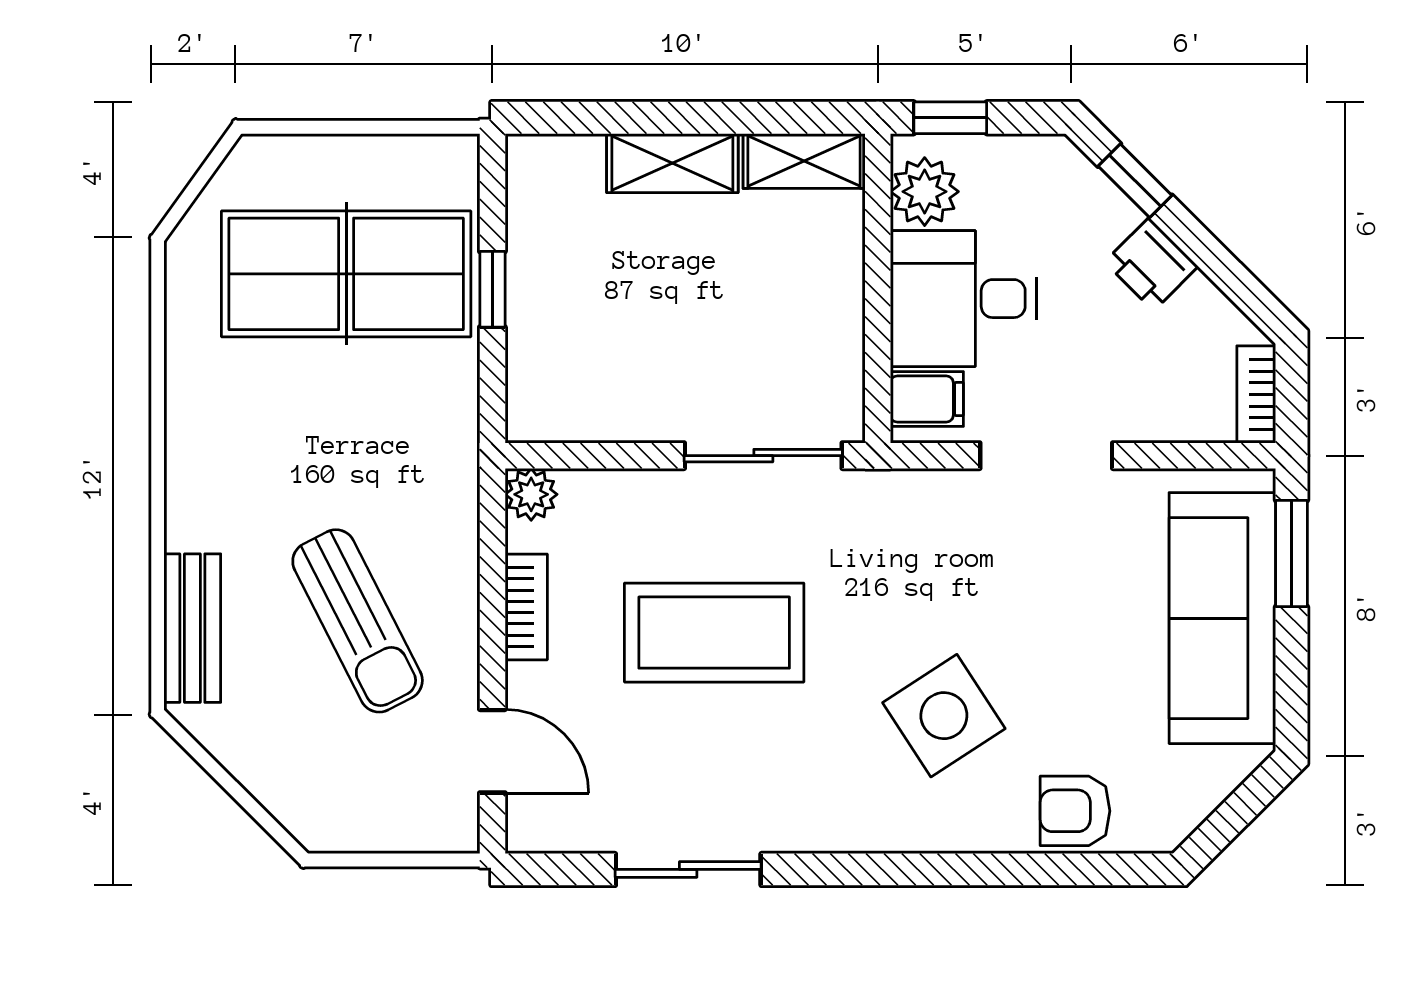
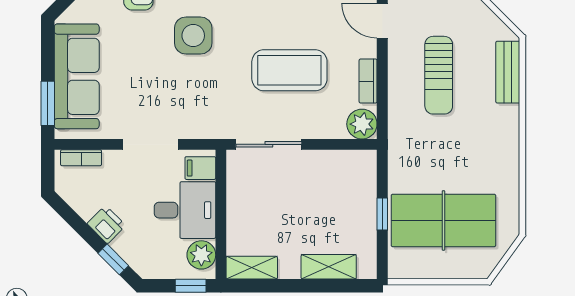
shelving: (672, 163) -> (329, 267), moved
bookcase: (1256, 394) -> (81, 158), moved, turned 90
plant: (531, 494) -> (362, 124), width x1.38, depth x1.38
sun lounger: (358, 621) -> (439, 75), turned -153
side table: (944, 716) -> (193, 36), turned 33

